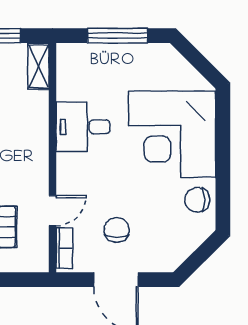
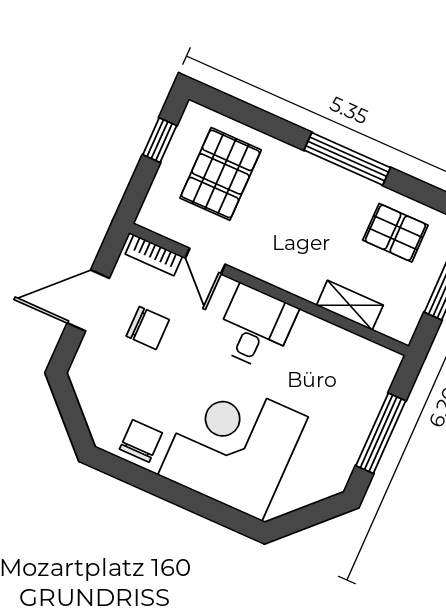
shelving: (38, 66) -> (350, 305), moved
desk: (83, 127) -> (256, 327), moved

